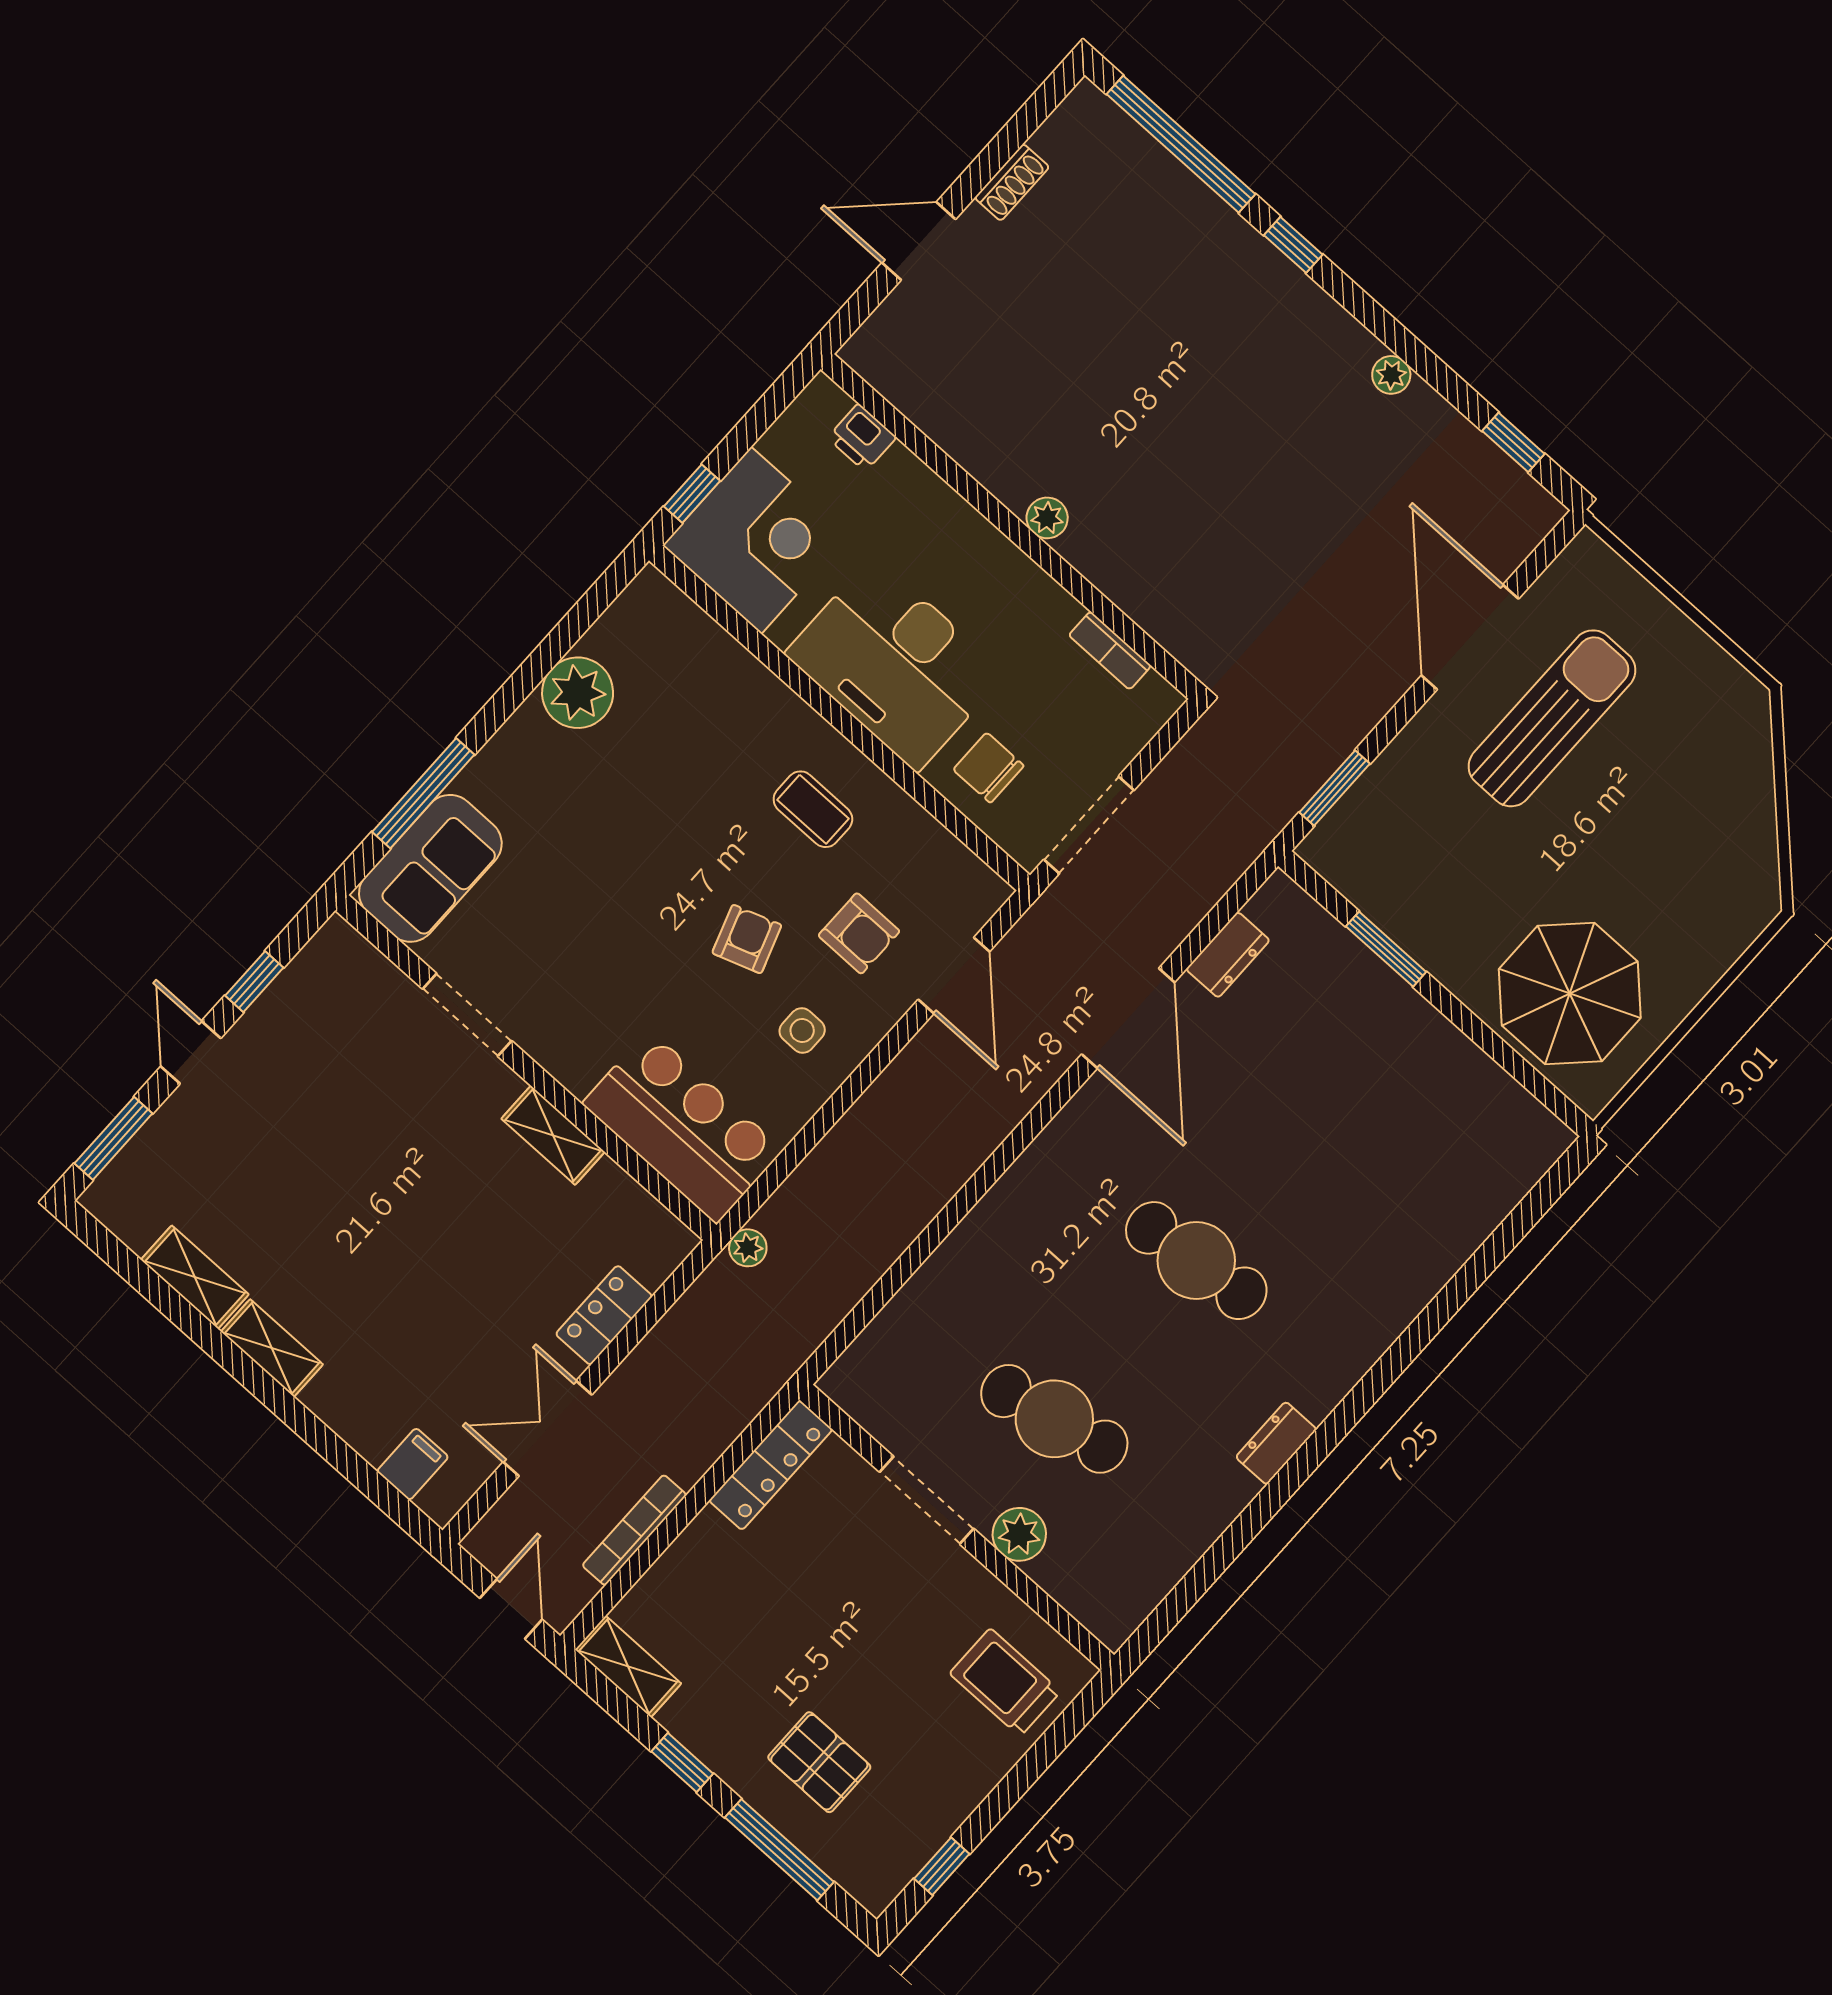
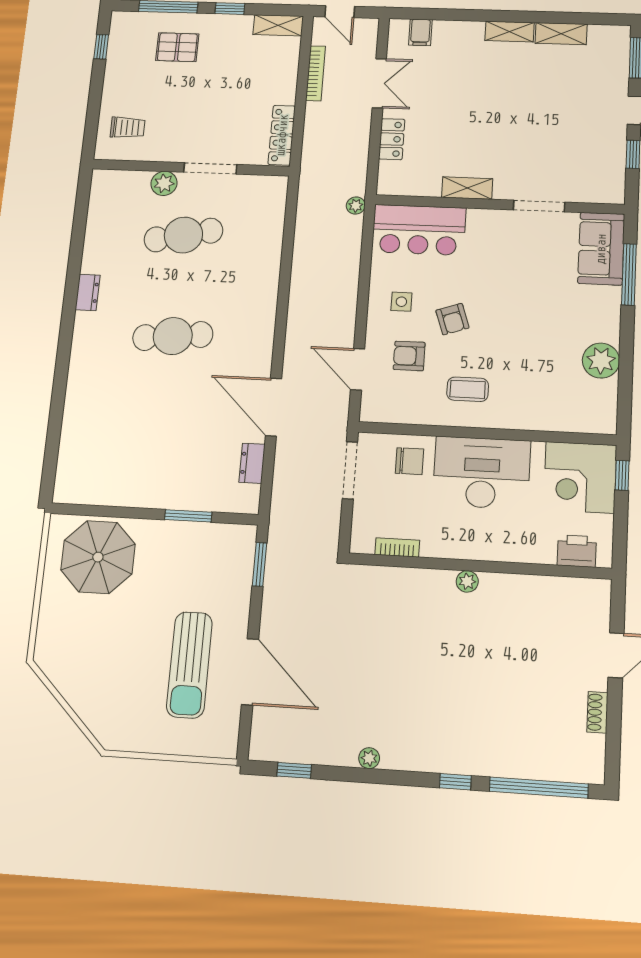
printer: (862, 437) -> (577, 551), width x1.36, depth x1.24
trolley: (1005, 1682) -> (128, 127), width x0.73, depth x0.72

